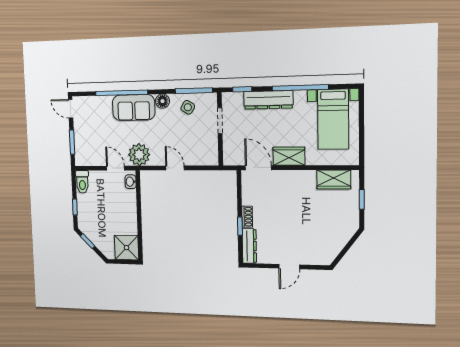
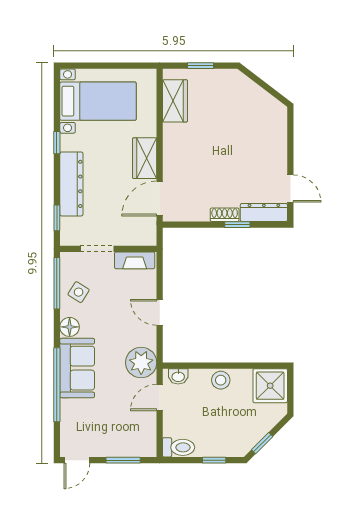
window: (300, 88) -> (57, 143), width x0.32
fireplace: (212, 149) -> (135, 260), added
door: (175, 168) -> (160, 312), hinge flipped
stool: (129, 212) -> (221, 380), added
door: (289, 267) -> (290, 189), moved

